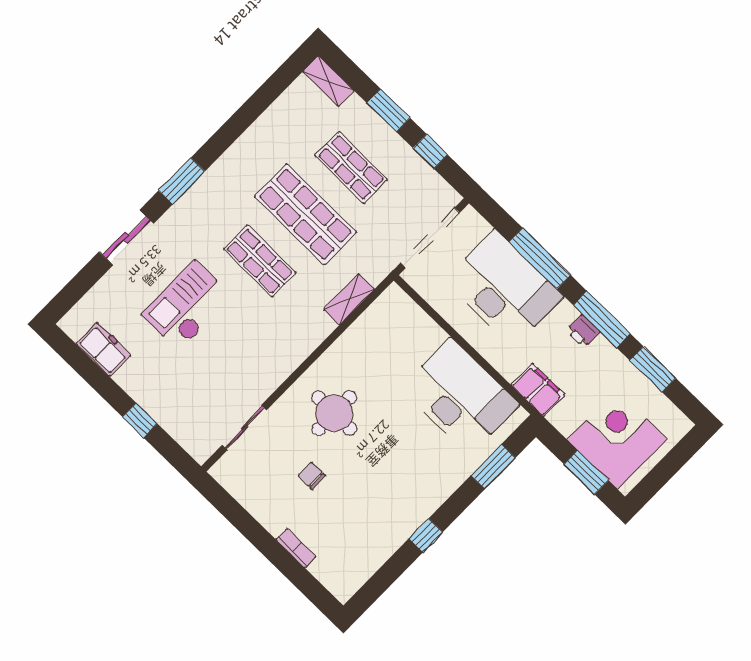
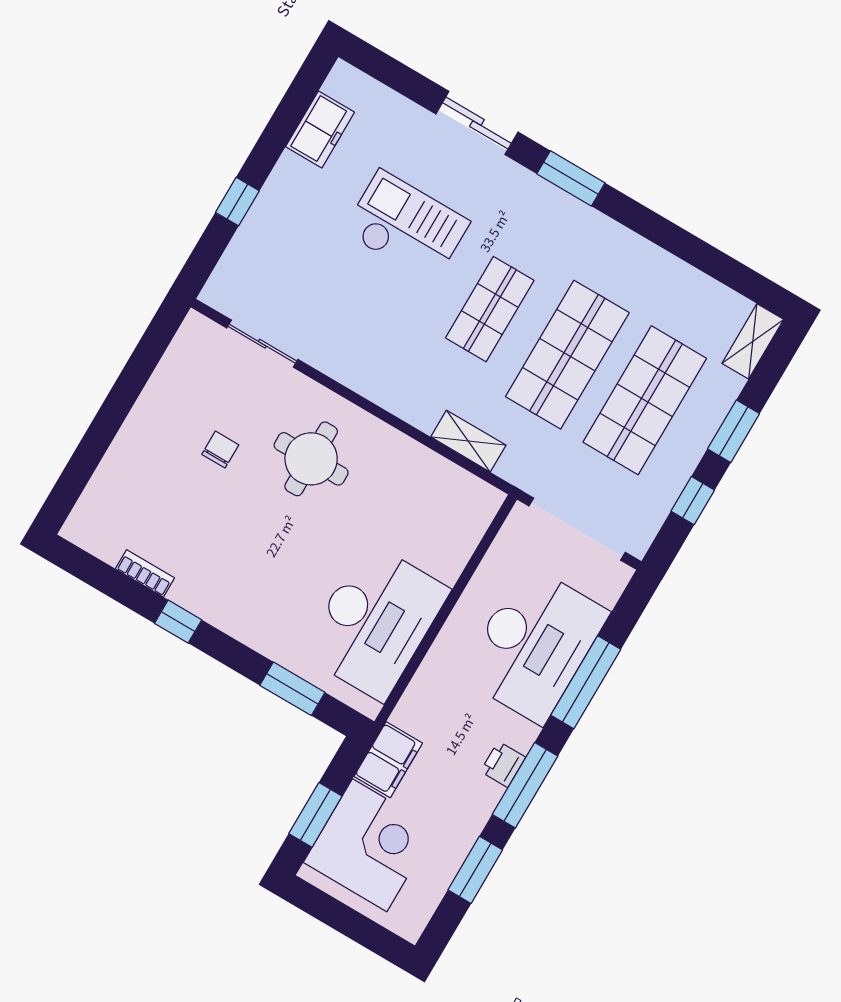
shop shelf: (351, 168) -> (645, 400), width x1.43, depth x1.36
filing cabinet: (538, 390) -> (388, 760), moved
bookcase: (296, 548) -> (145, 573), moved, turned -90

